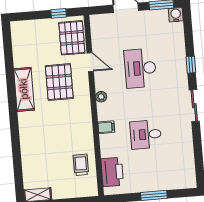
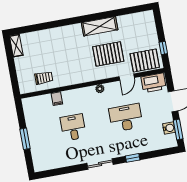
water cooler: (176, 15) -> (169, 128), moved
filing cabinet: (106, 127) -> (57, 99), moved
printer: (112, 172) -> (154, 83), moved

